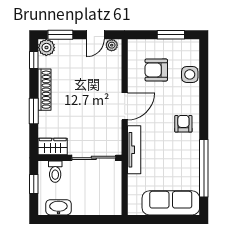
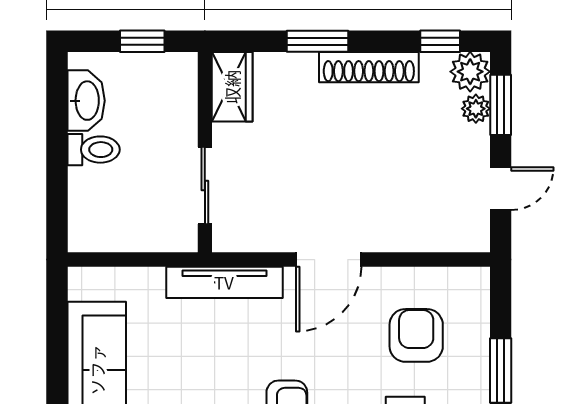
door: (95, 35) -> (501, 189), swing flipped
plant: (112, 45) -> (476, 109), moved
door: (125, 106) -> (329, 260), hinge flipped
sliding door: (94, 158) -> (205, 185), width x0.73
toilet: (55, 172) -> (94, 150), moved, turned 180

